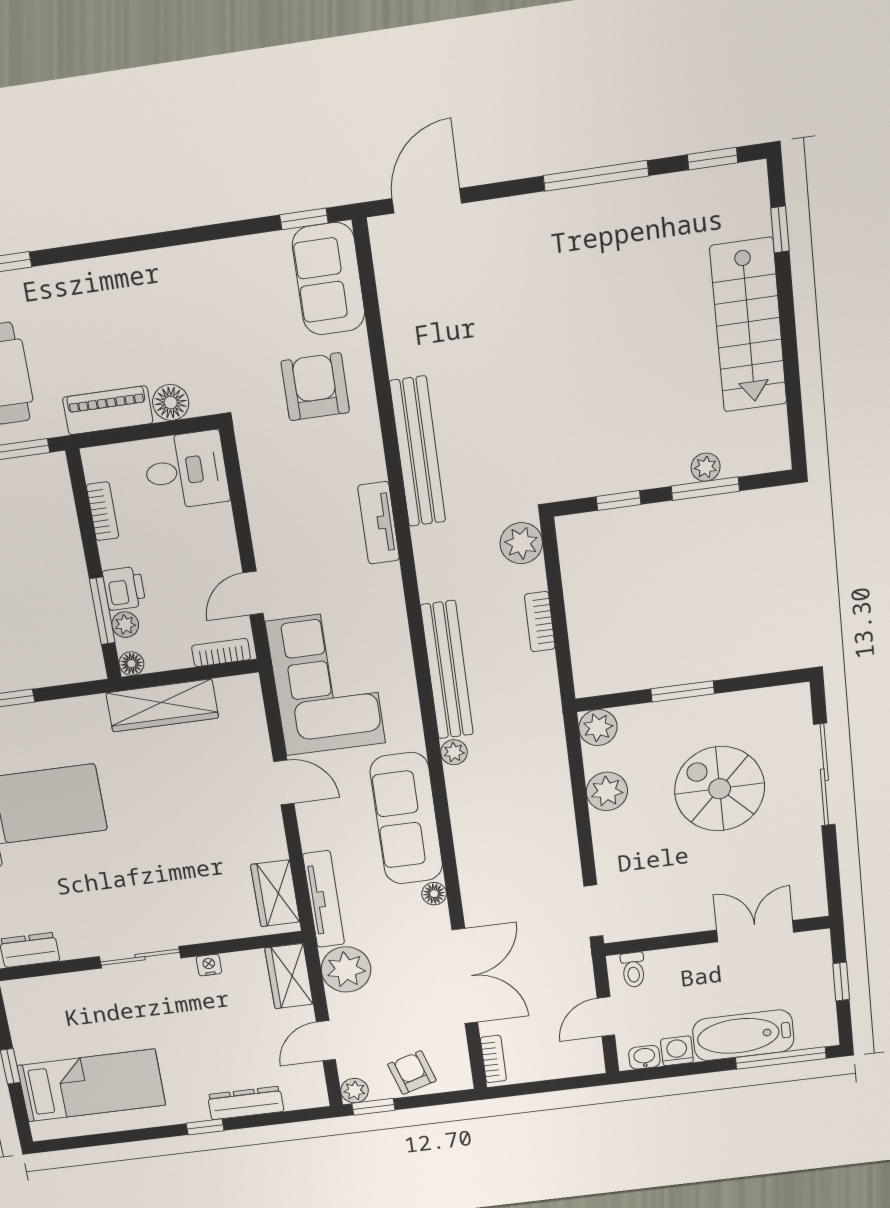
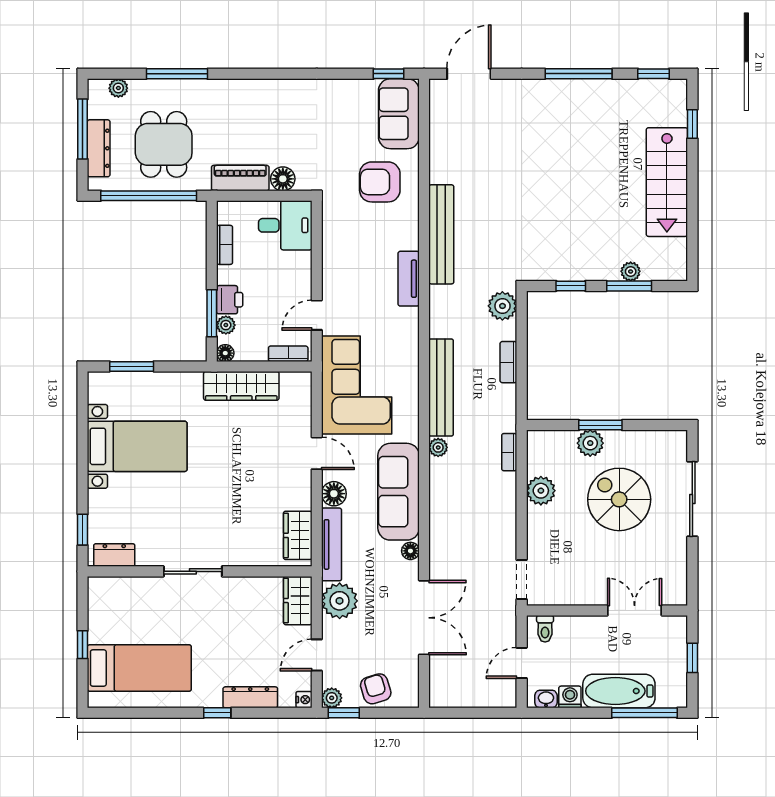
armchair: (315, 387) -> (380, 182), turned -90
plant: (598, 727) -> (590, 443), moved
floor lamp: (316, 833) -> (334, 494), added
nightstand: (209, 965) -> (304, 700), moved, turned 90
bookcase: (493, 1059) -> (509, 452), moved, turned 180

